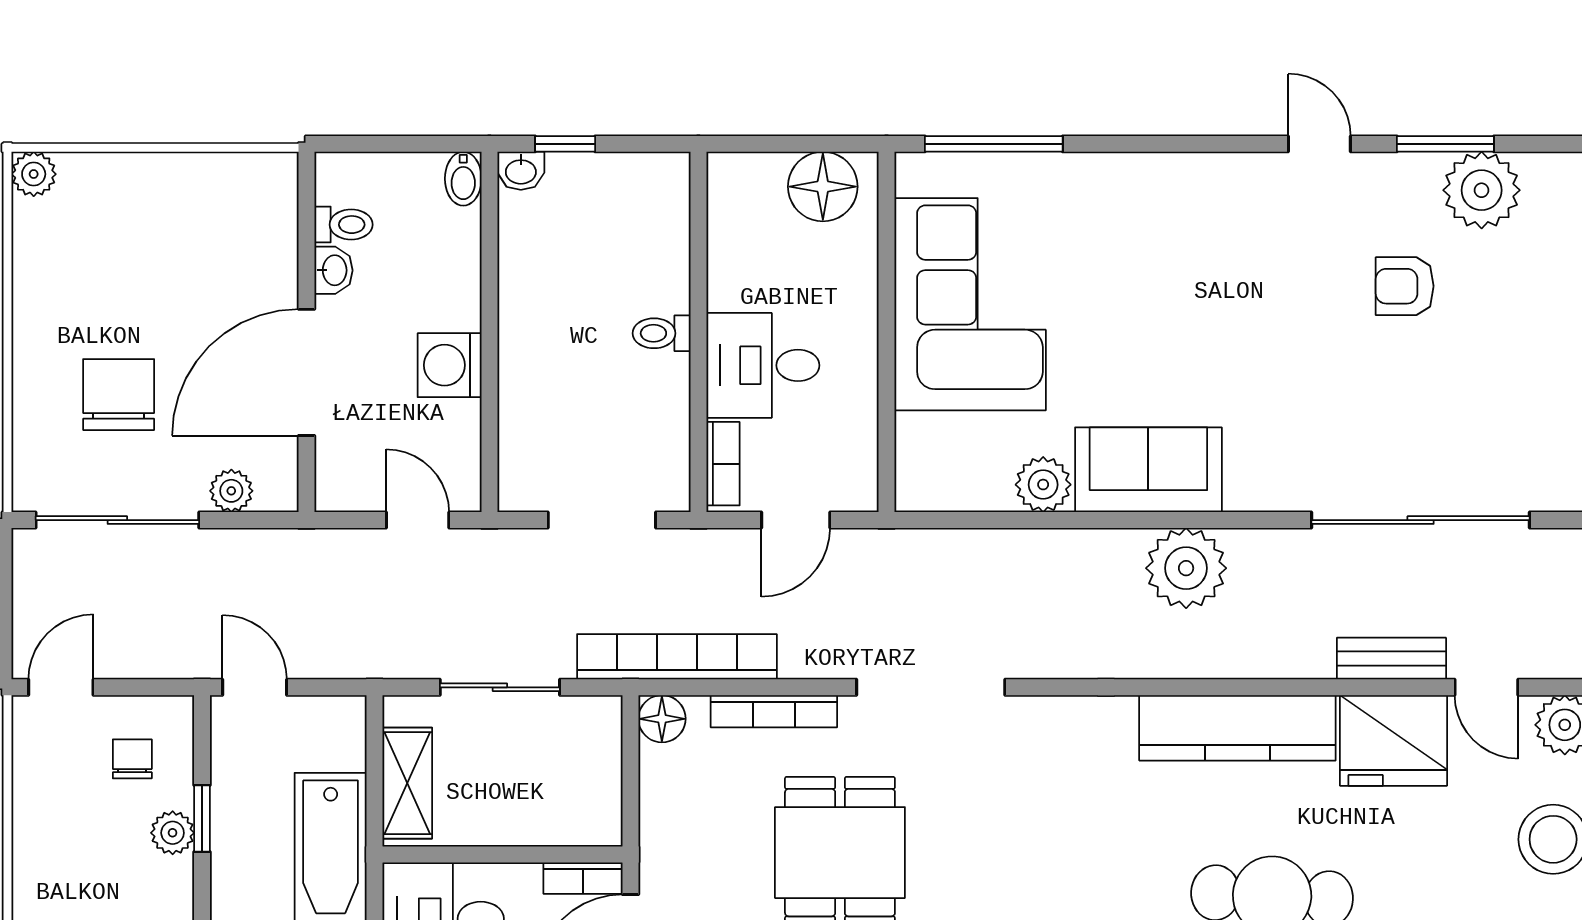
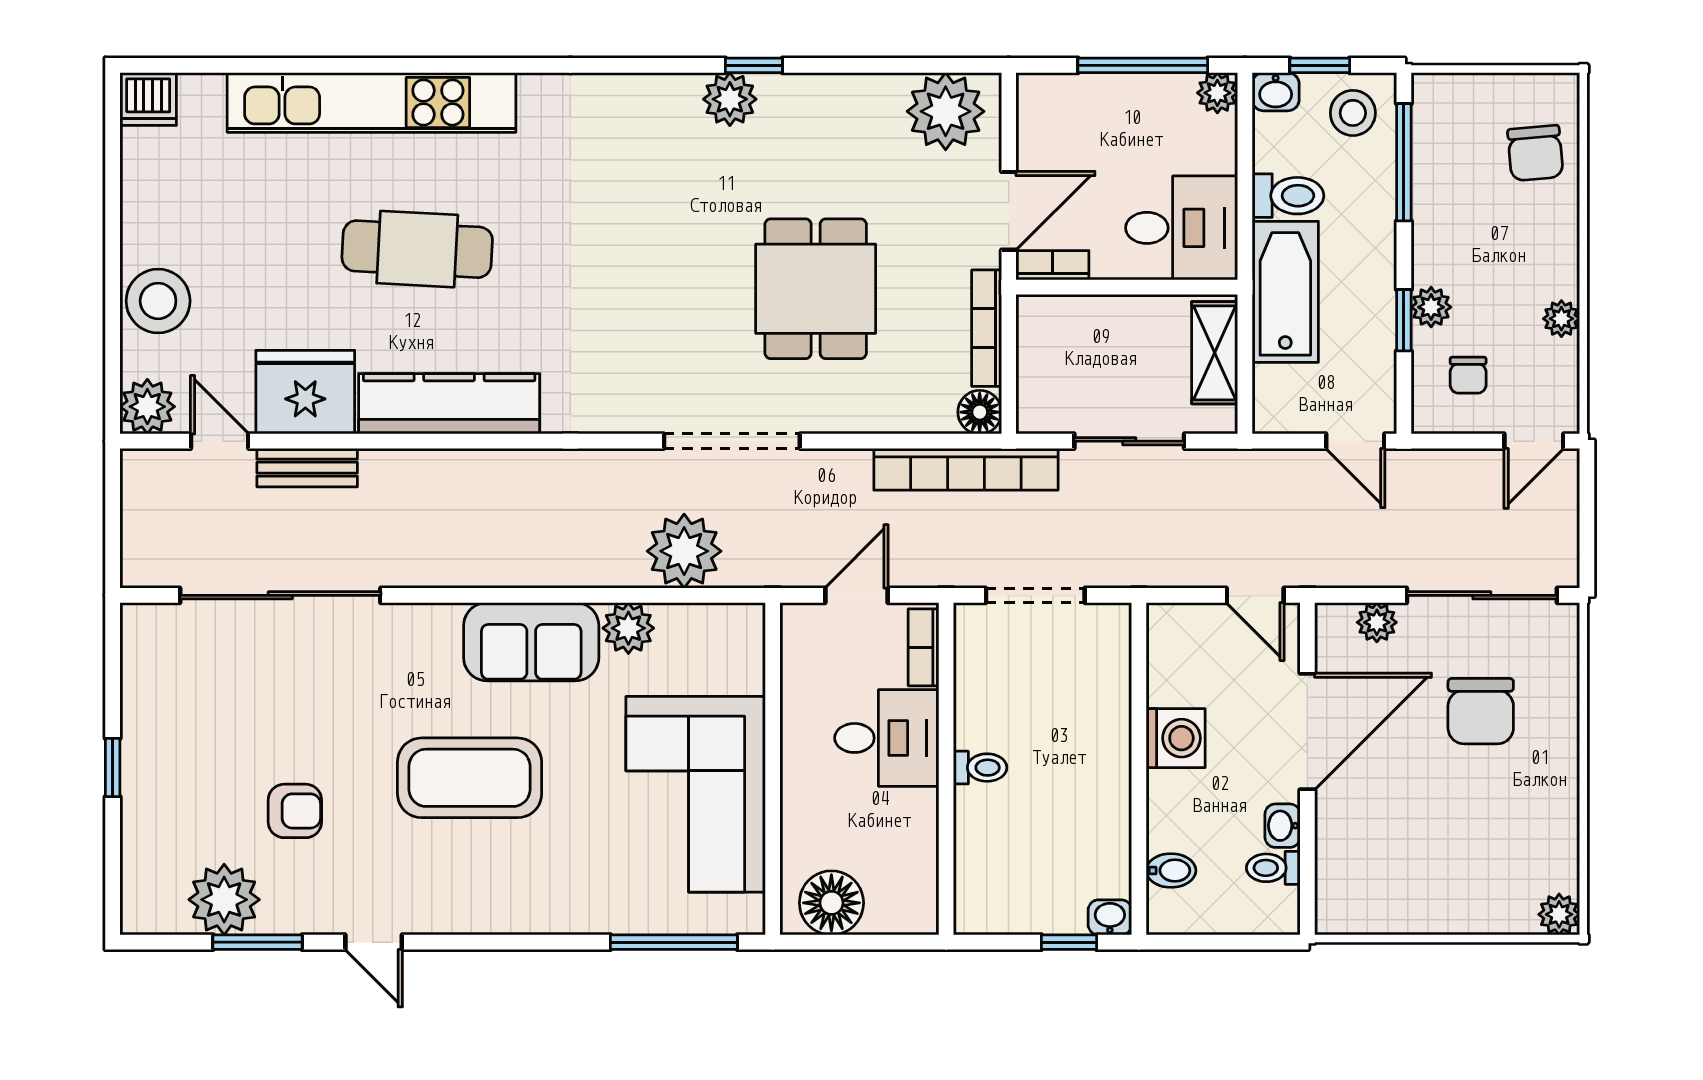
bidet: (463, 179) -> (1171, 871), moved, turned 90
coffee table: (1215, 322) -> (470, 778), added
door: (418, 520) -> (1255, 595), moved
plant: (1186, 568) -> (684, 551), moved
bookcase: (774, 711) -> (987, 328), moved, turned -90
plant: (31, 820) -> (1561, 319), added

